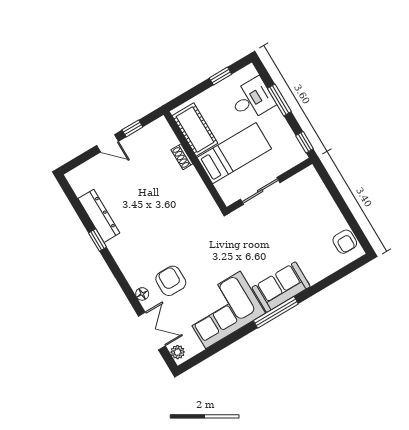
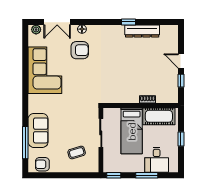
window: (220, 76) -> (181, 139), moved
door: (108, 143) -> (181, 61), hinge flipped
coffee table: (304, 207) -> (77, 153), added
sofa: (281, 287) -> (38, 130), moved
window: (276, 312) -> (25, 143), moved

